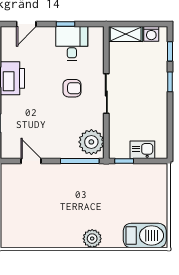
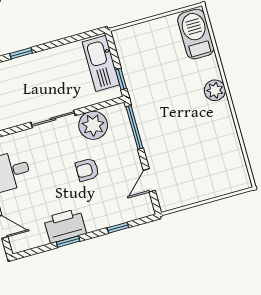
armchair: (72, 88) -> (87, 170), moved, turned -90
plant: (91, 142) -> (93, 125), moved
kitchen sink: (142, 150) -> (101, 63), width x1.88, depth x1.24

